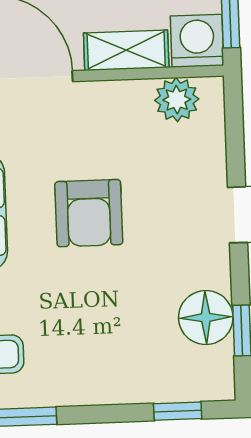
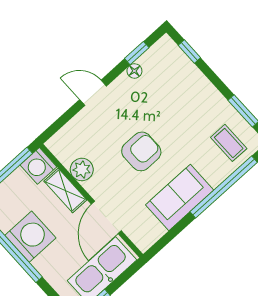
plant: (177, 100) -> (82, 170), moved
floor lamp: (206, 318) -> (134, 71), width x0.53, depth x0.53

